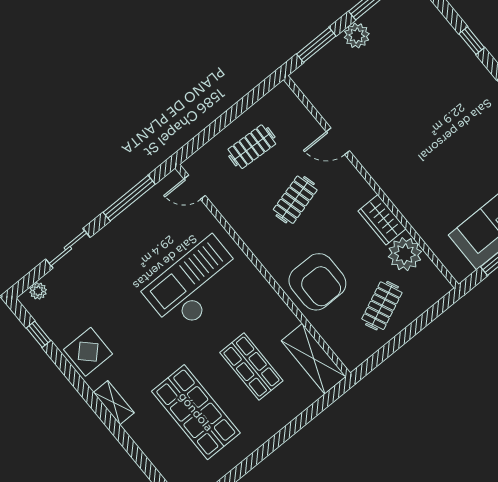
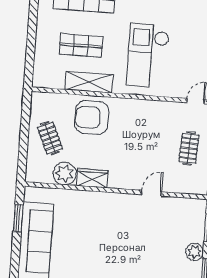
clothes rail: (295, 200) -> (143, 145), removed
checkout: (195, 284) -> (148, 56), turned 180
shelving: (314, 359) -> (89, 82), moved

